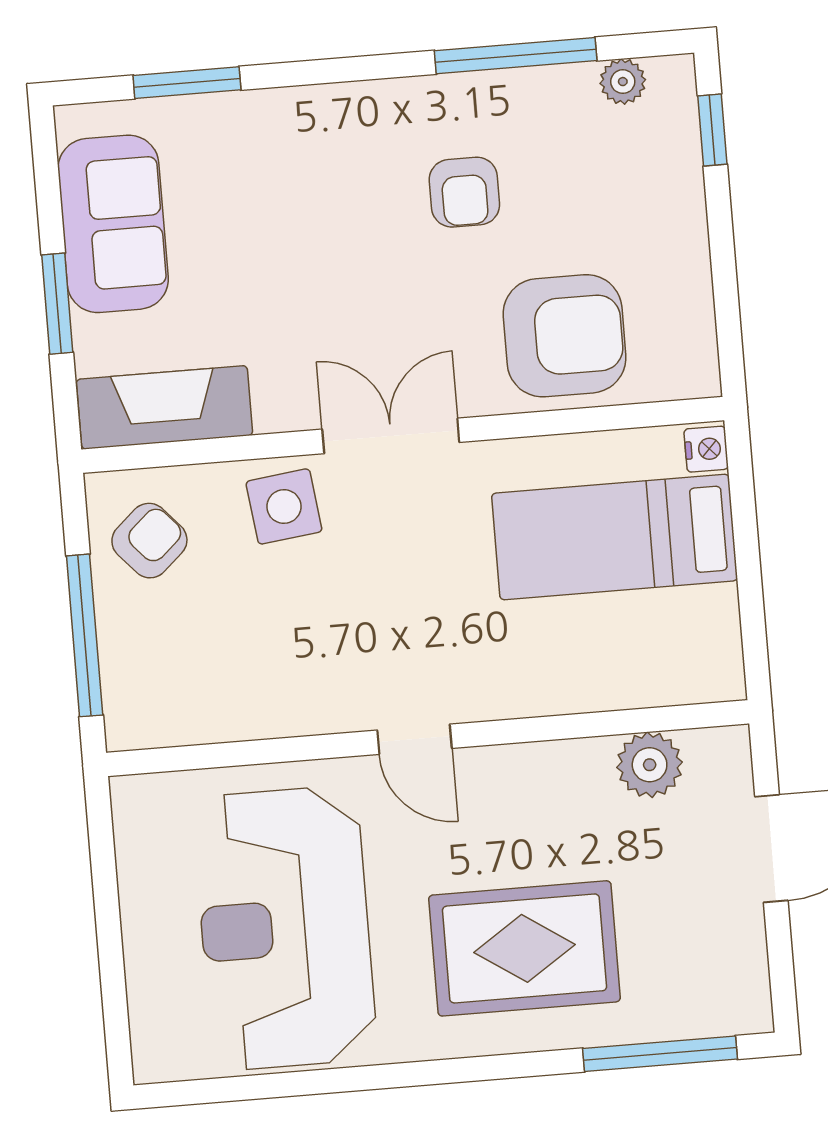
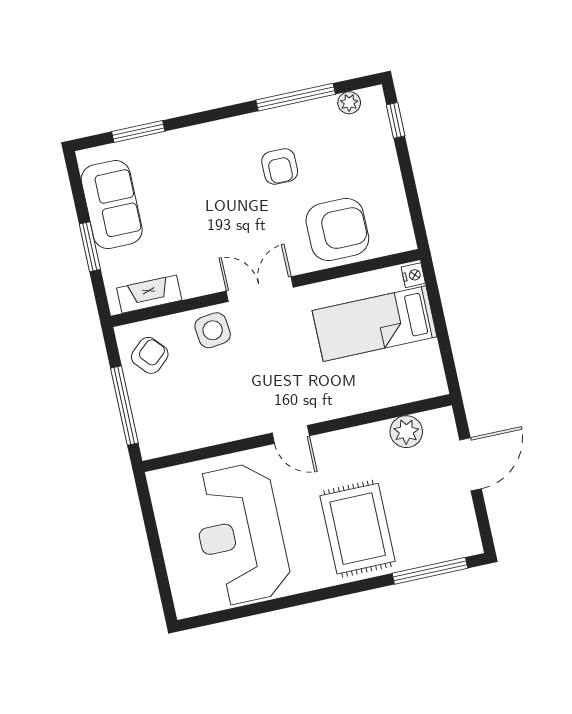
fireplace: (164, 407) -> (149, 294), width x0.73, depth x0.76
rug: (524, 948) -> (358, 529), turned 90

